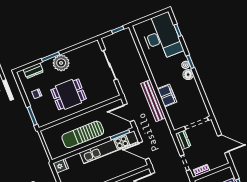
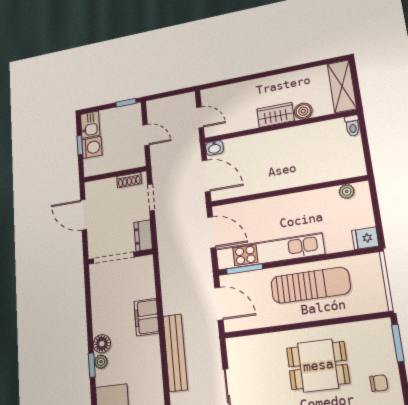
bench: (153, 101) -> (175, 352), moved

